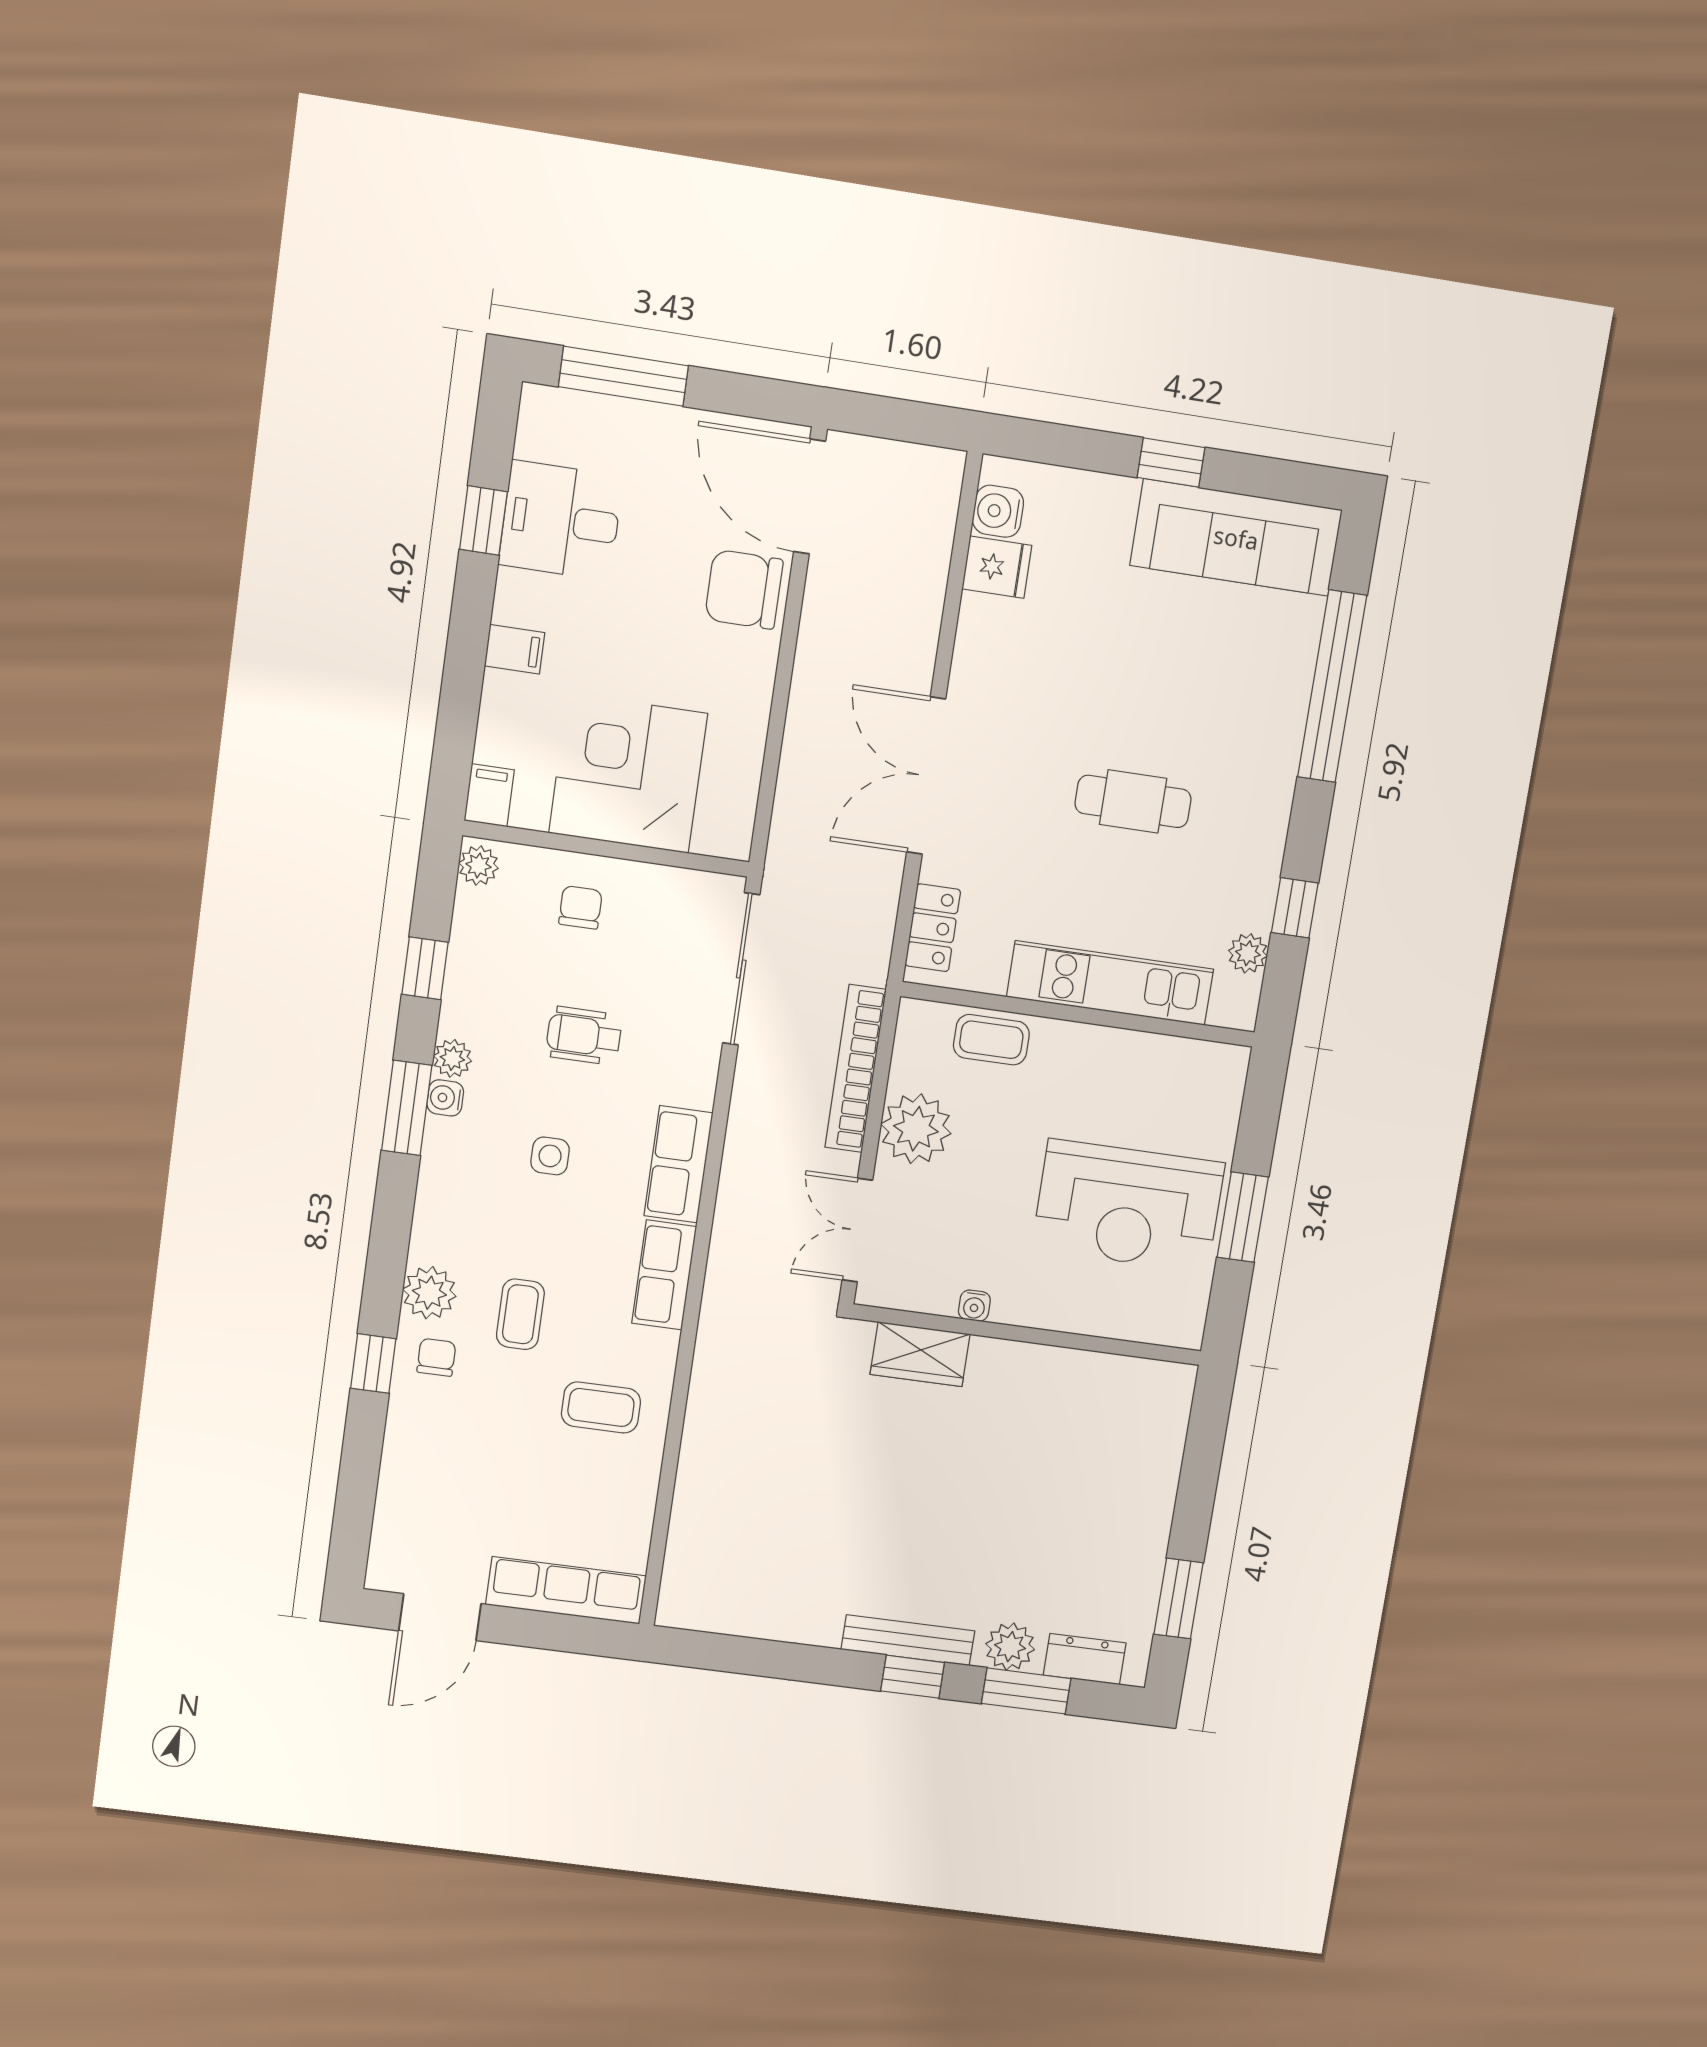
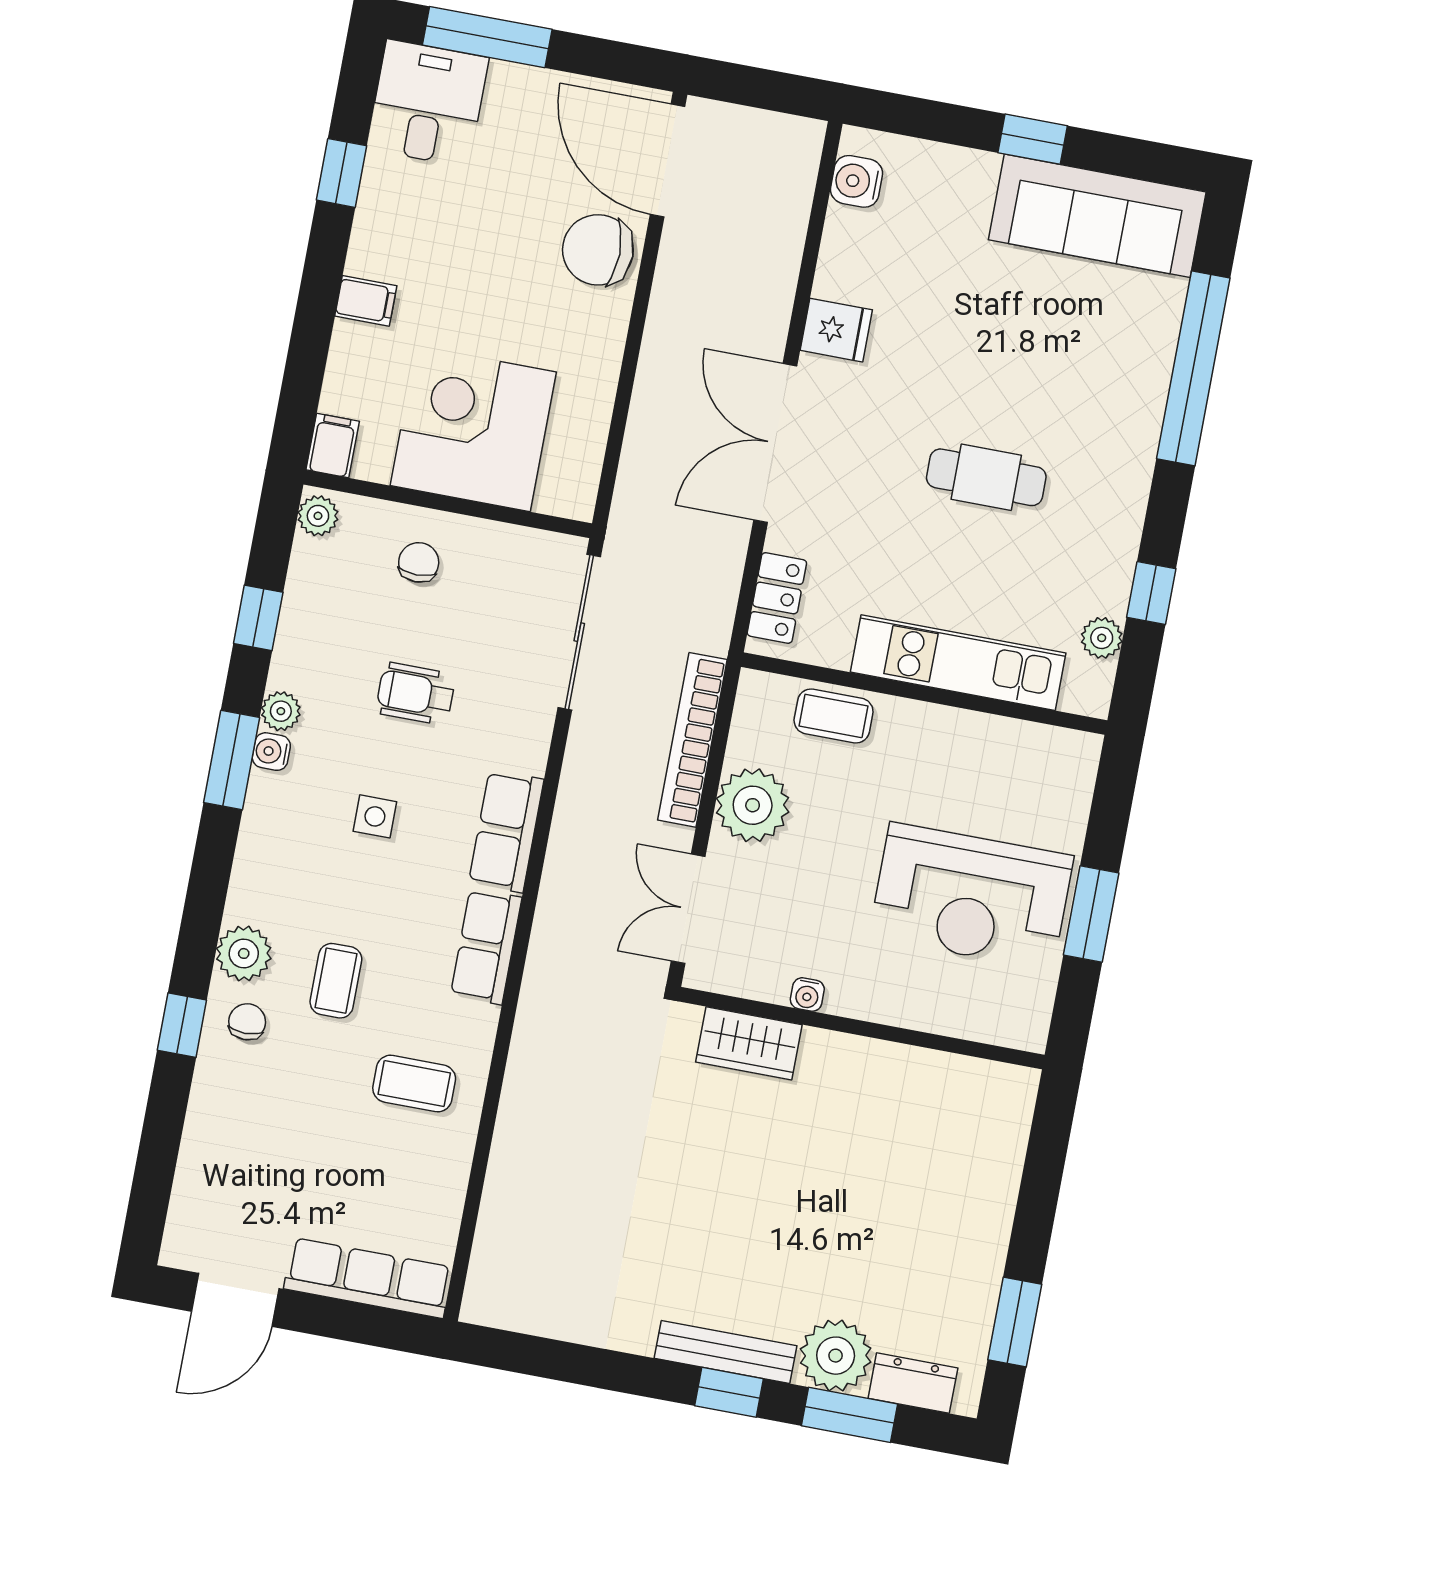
desk: (561, 521) -> (428, 103), moved, turned 90
fridge: (997, 567) -> (836, 330), moved
plant: (1010, 1647) -> (836, 1356), width x1.36, depth x1.36

